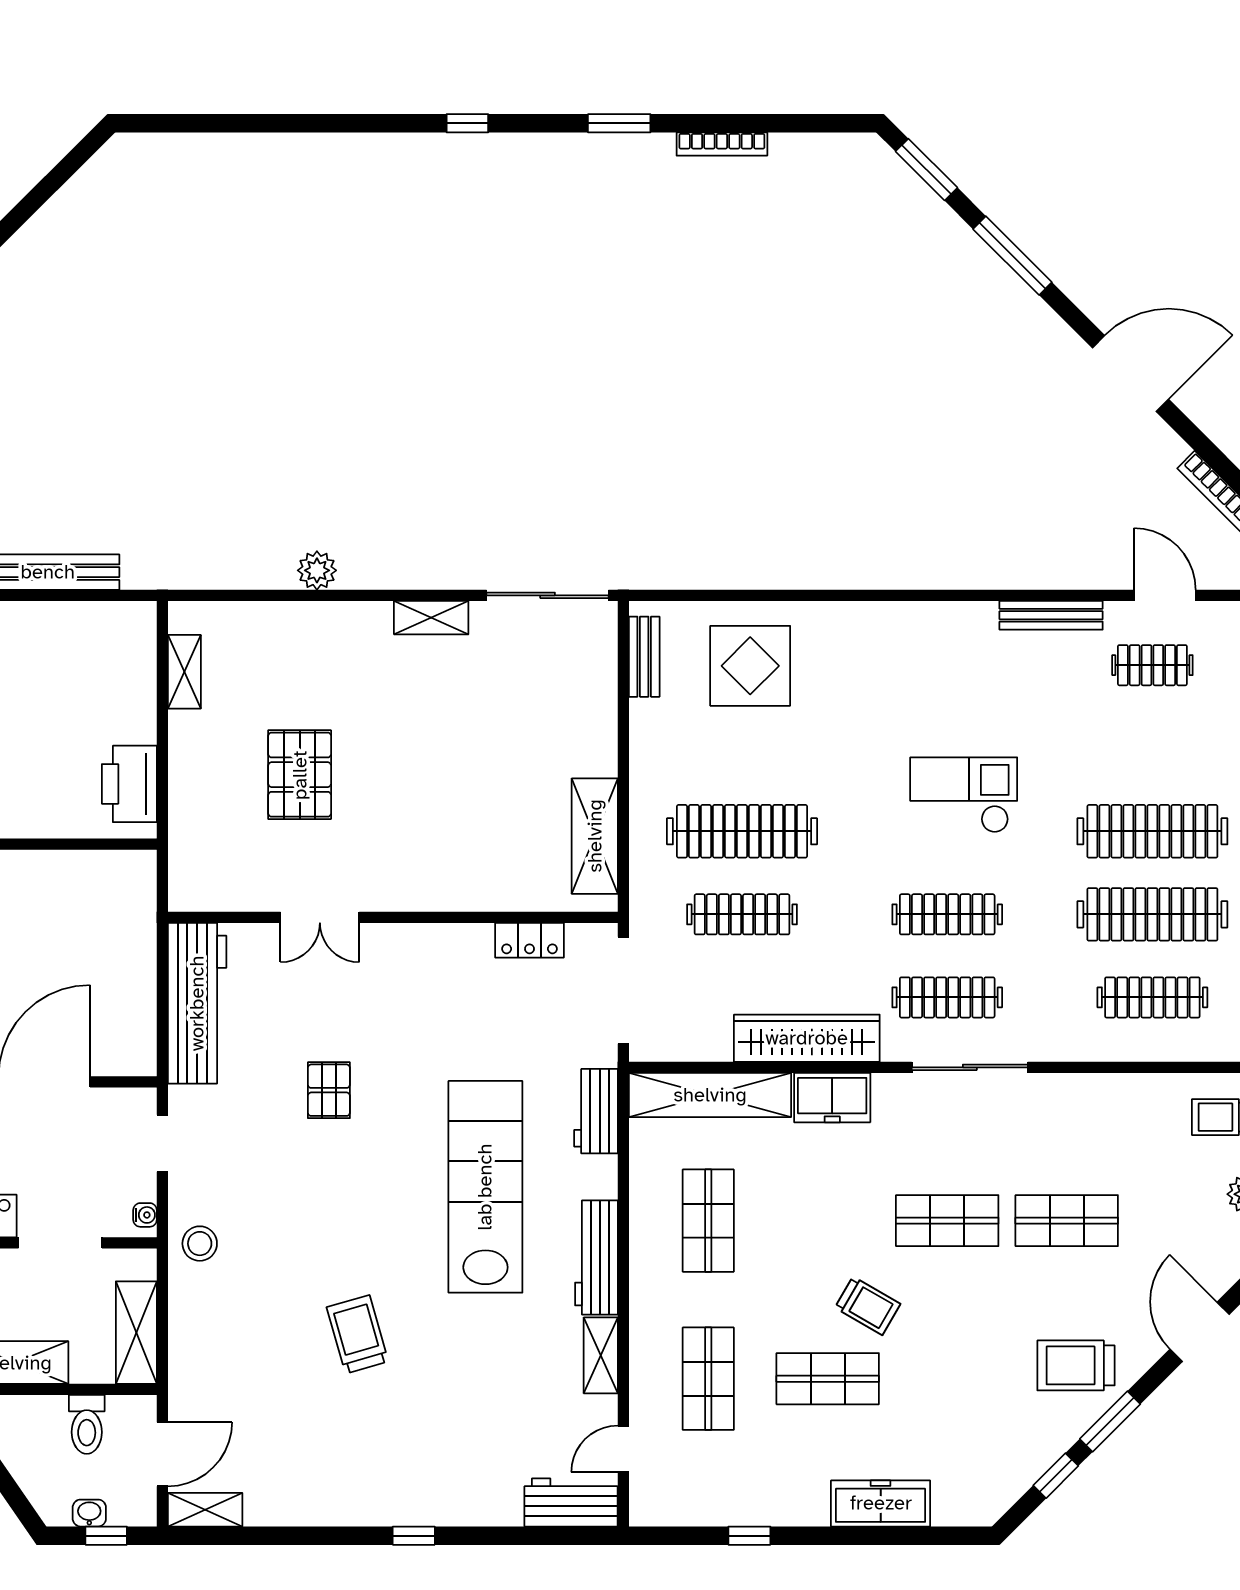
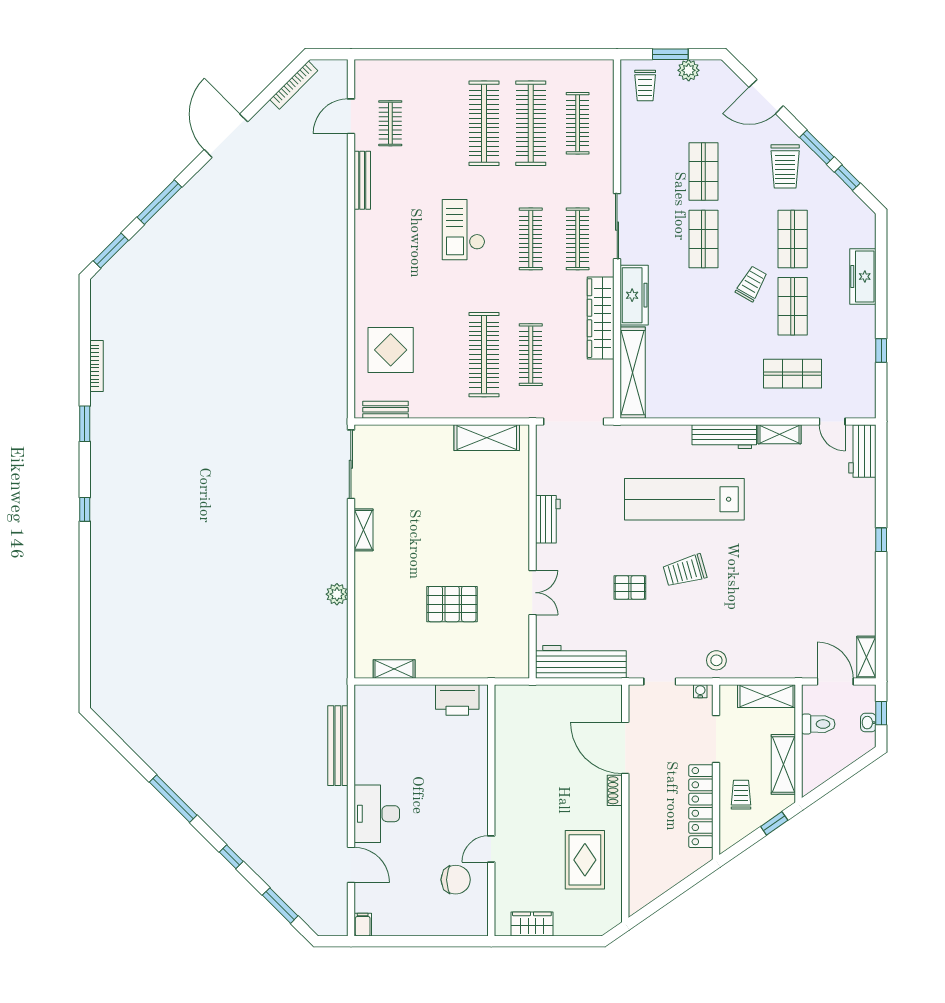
locker: (530, 940) -> (545, 474), removed
freezer: (832, 1098) -> (634, 295), width x1.40
workbench: (596, 1111) -> (548, 519), moved, turned -90
shop shelf: (708, 1221) -> (793, 239), moved, turned 90
trolley: (357, 1334) -> (685, 571), moved

